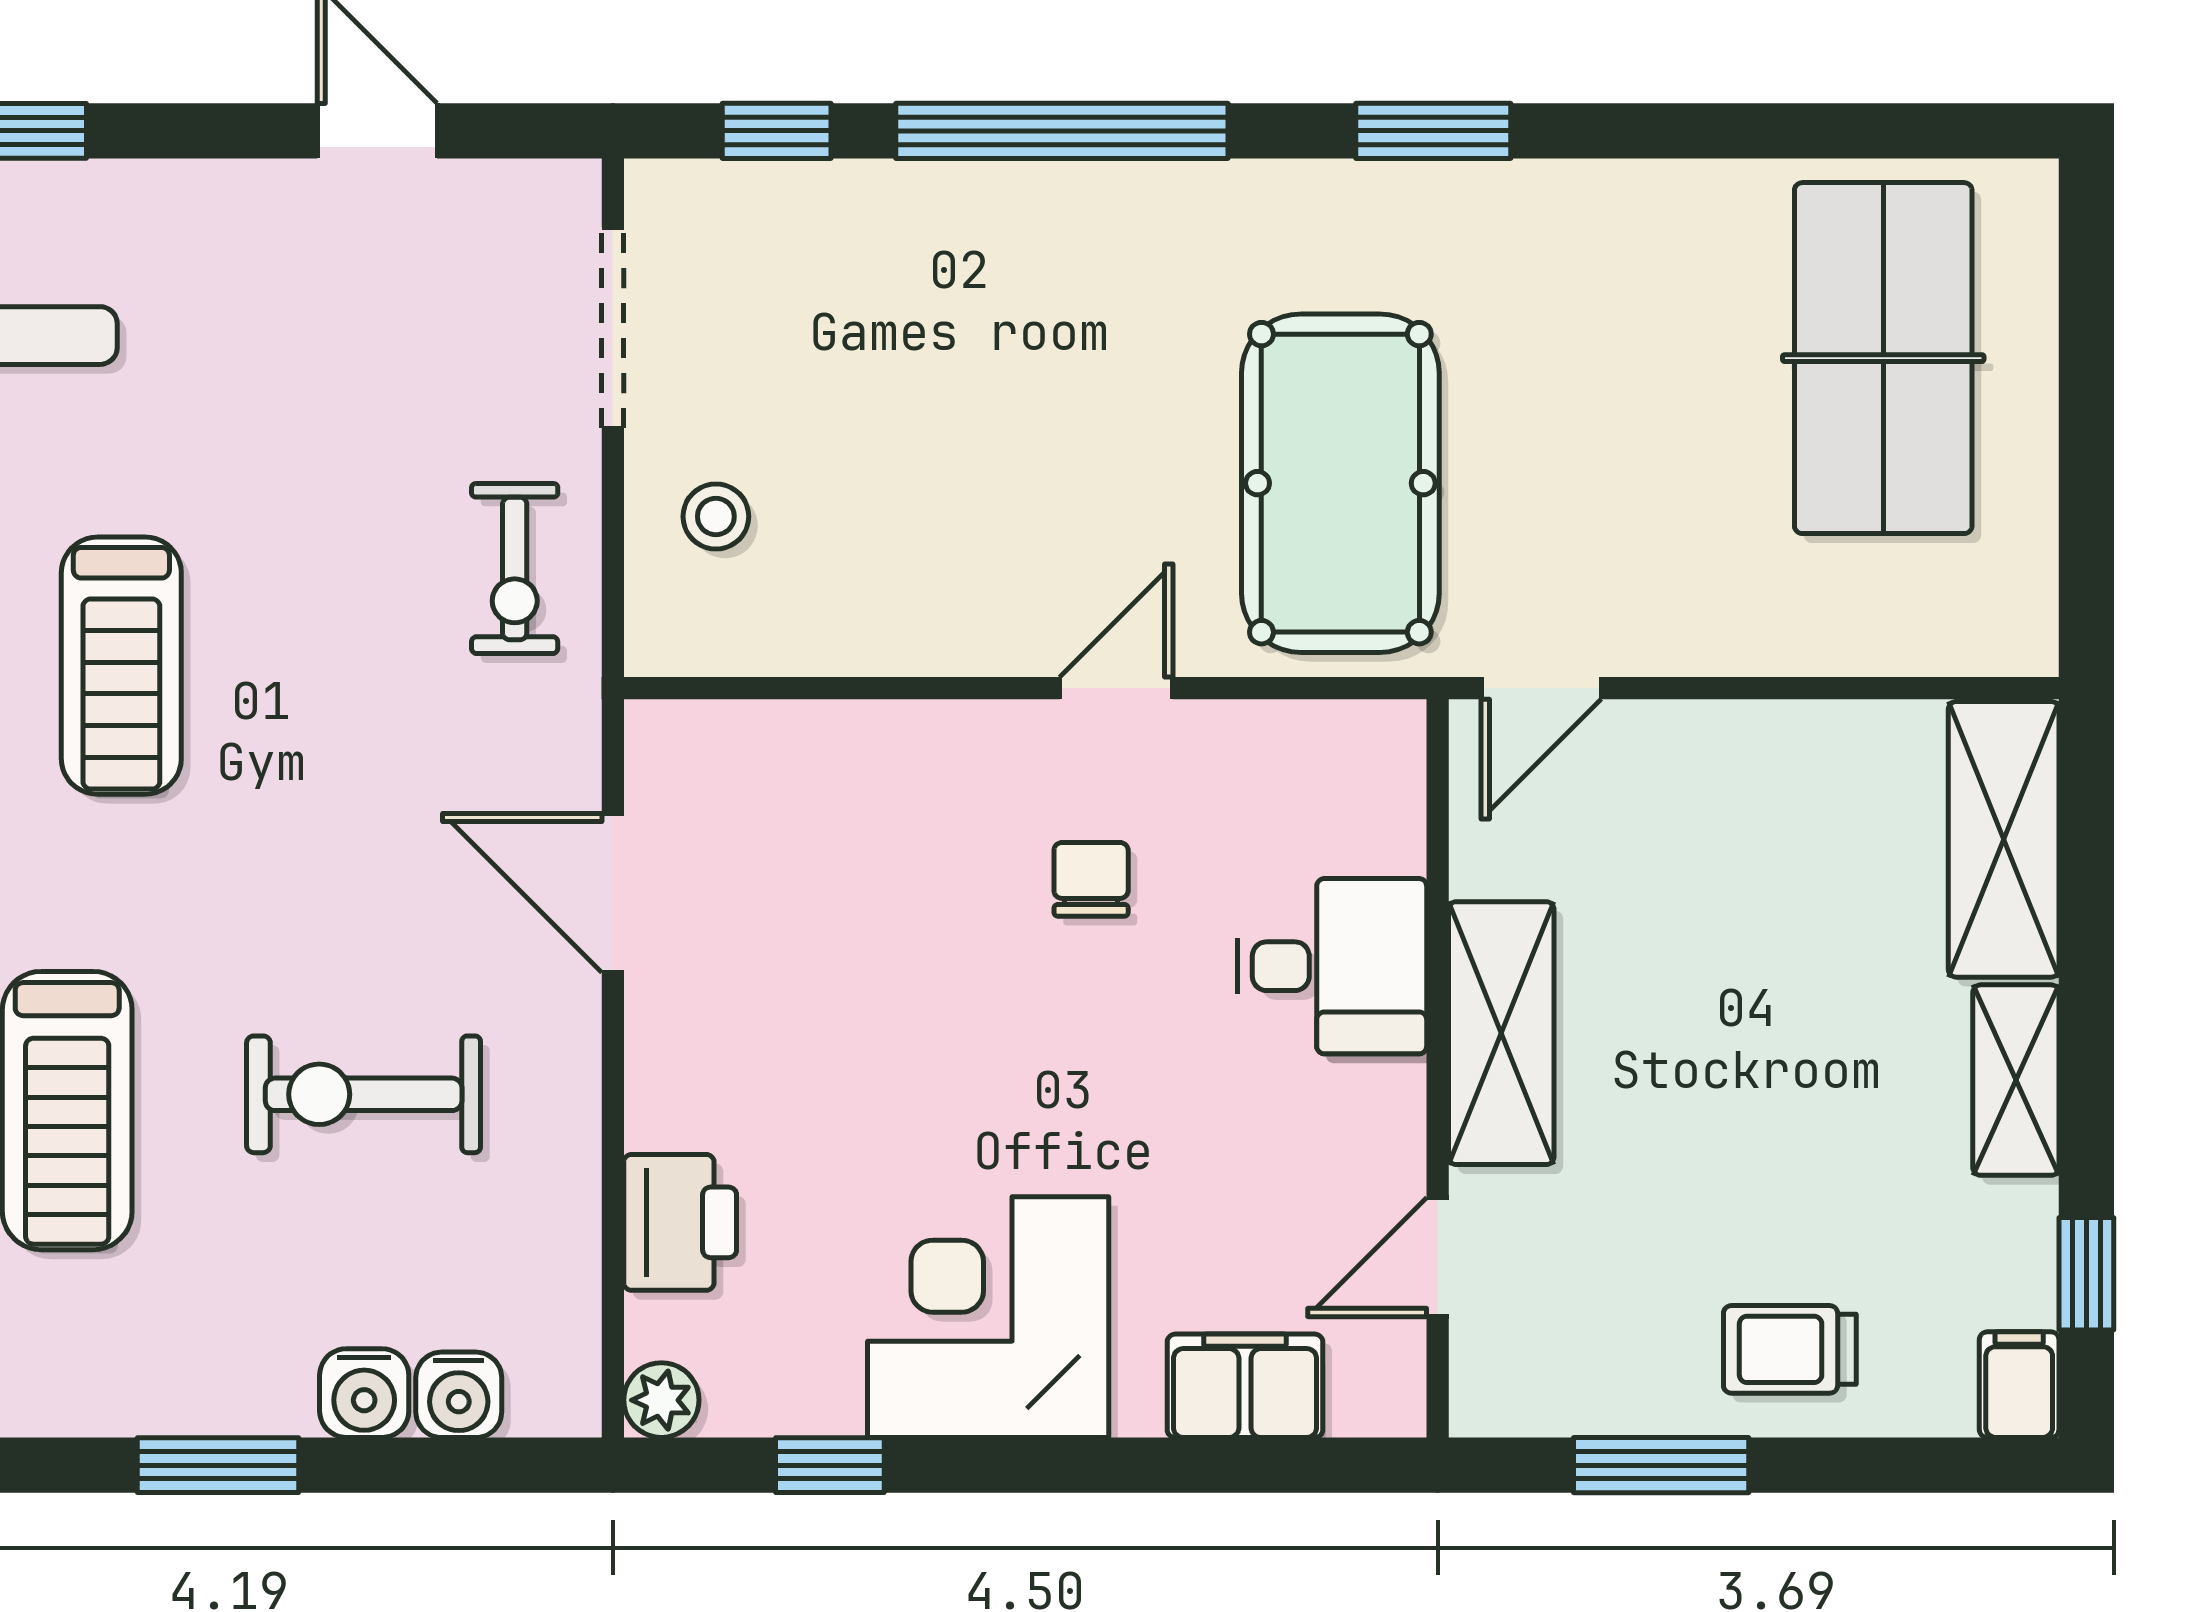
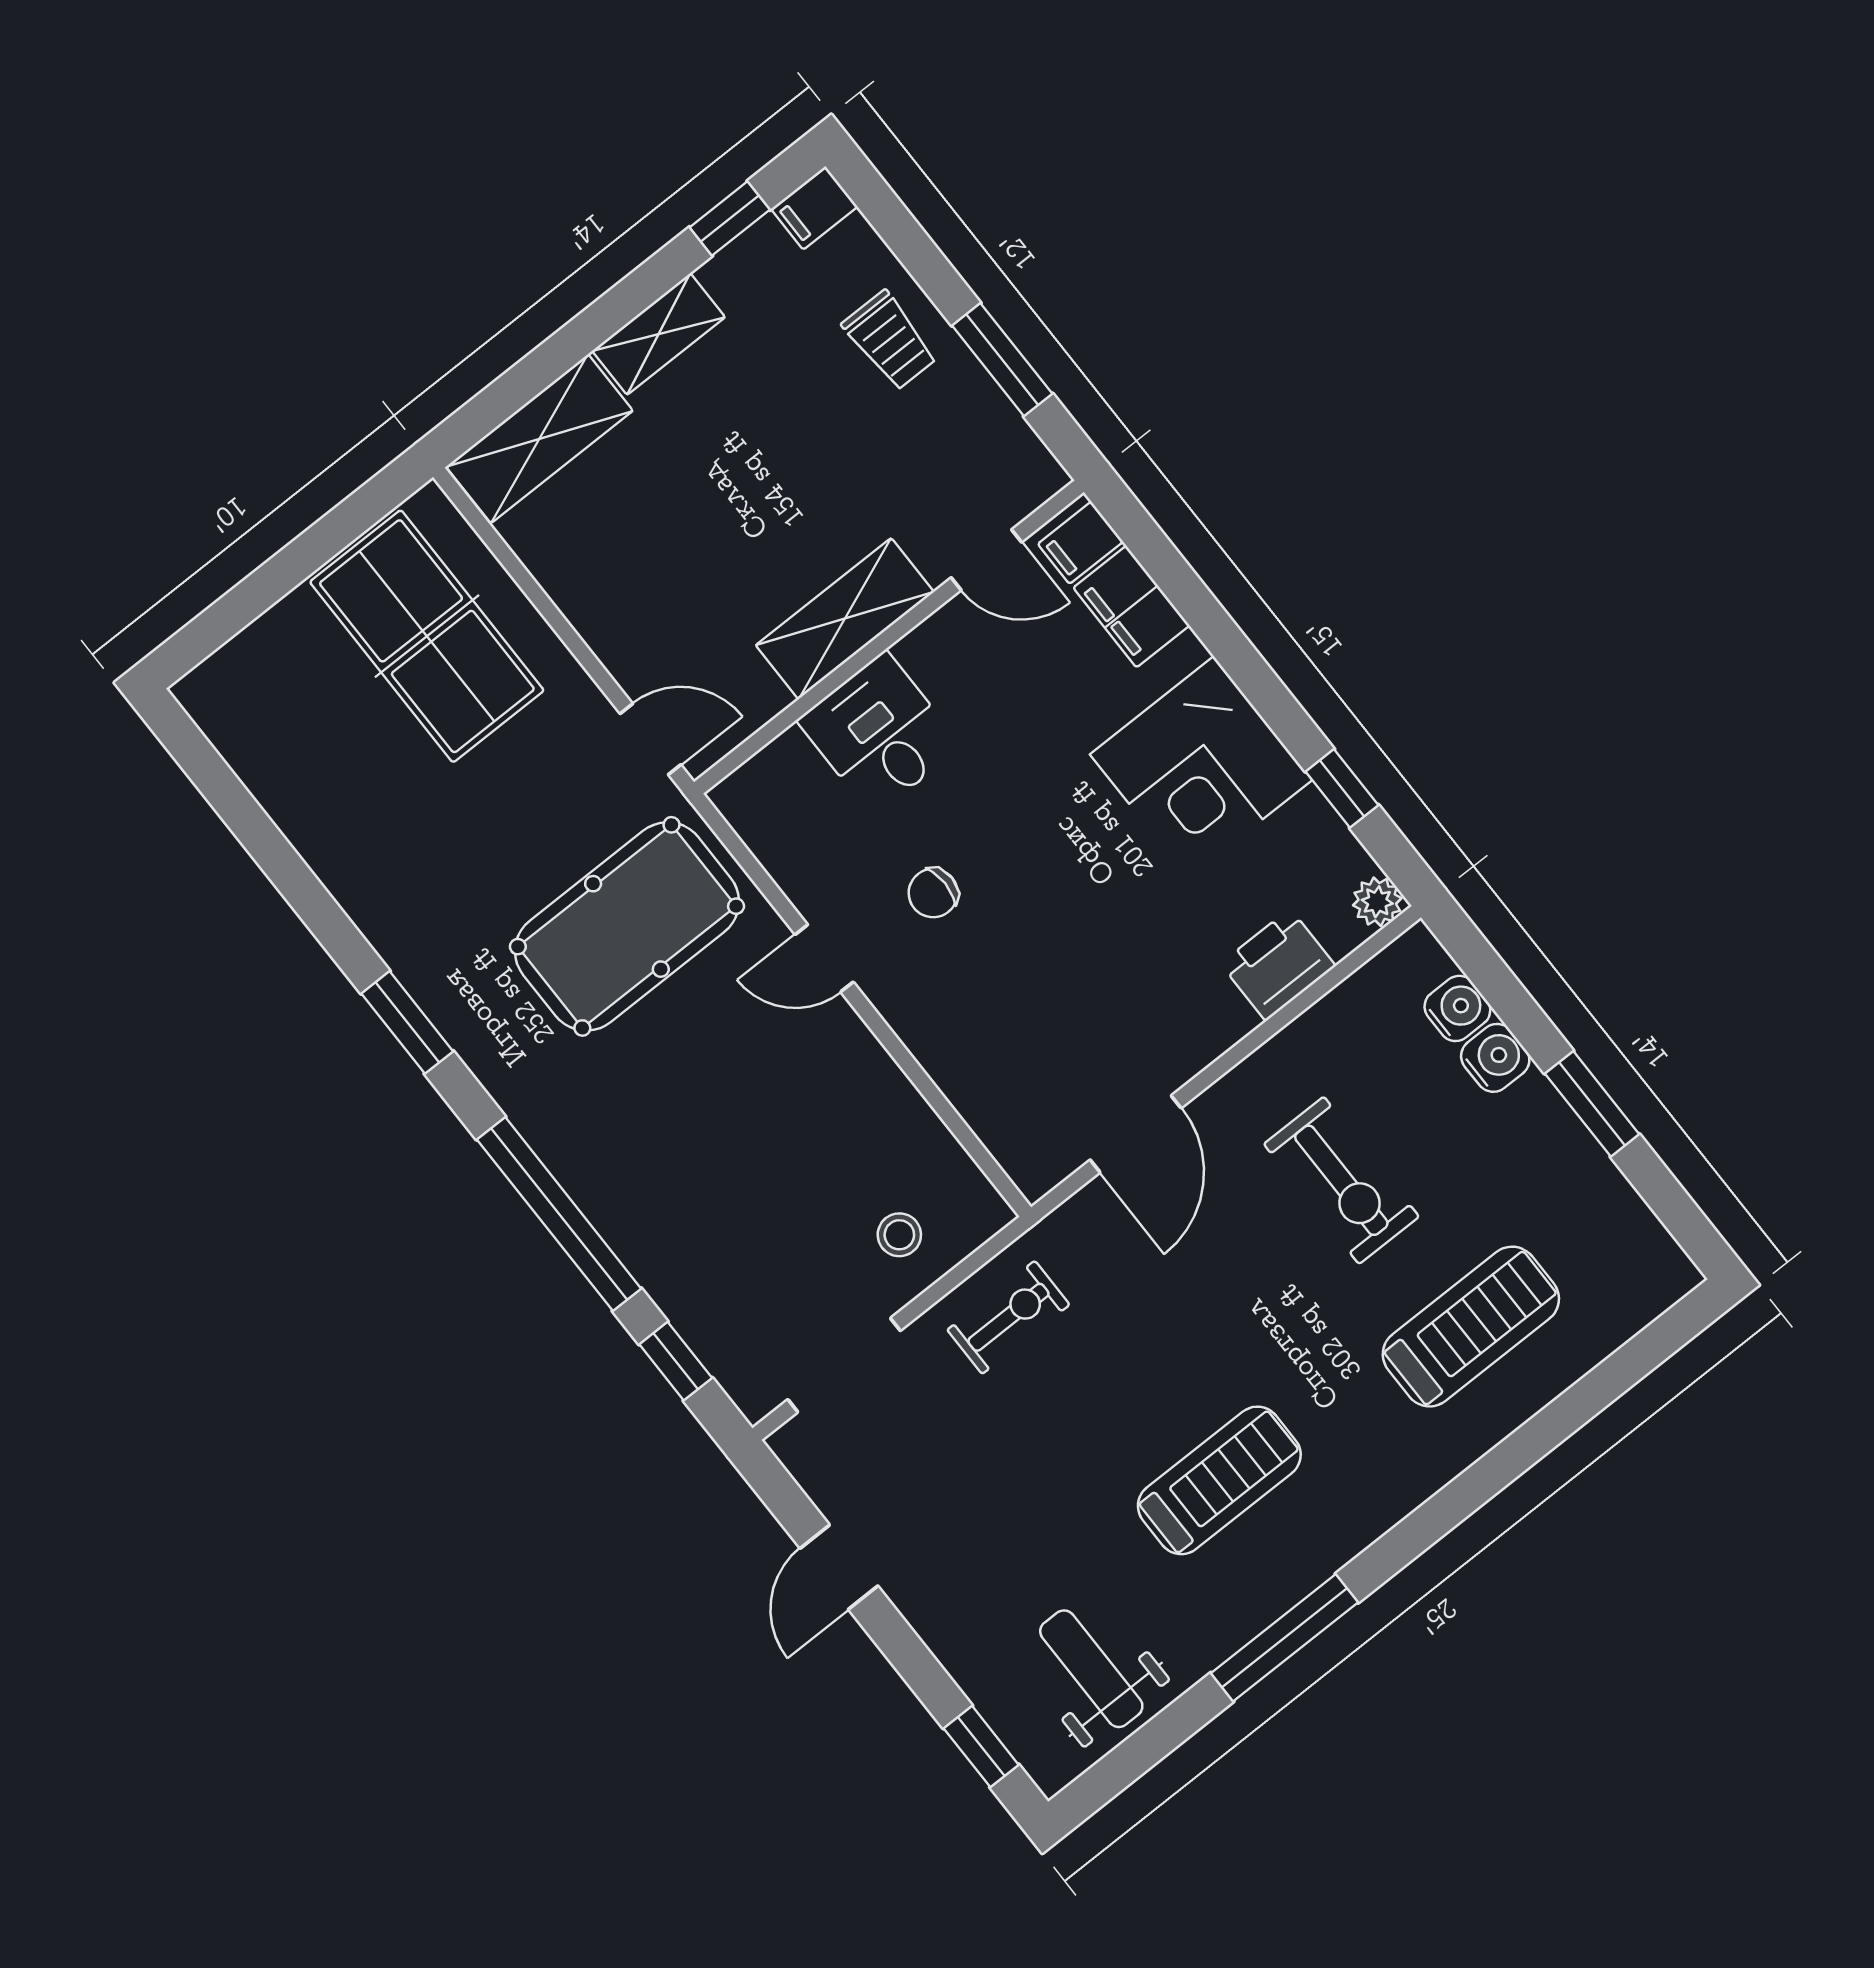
table tennis table: (1883, 358) -> (427, 636), moved, turned 90
filing cabinet: (1369, 1385) -> (1080, 543), added

